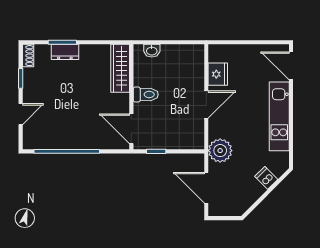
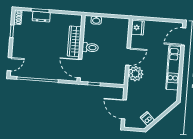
door: (291, 66) -> (183, 37), hinge flipped
wardrobe: (120, 68) -> (74, 41), moved
fridge: (218, 74) -> (138, 28), moved
door: (21, 114) -> (9, 64), moved
plant: (220, 151) -> (136, 74), moved
dishwasher: (266, 178) -> (147, 119), moved

